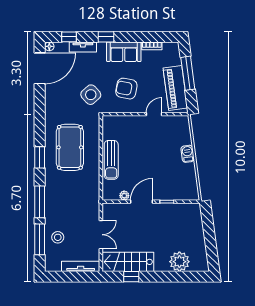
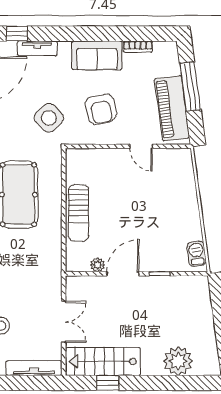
window: (106, 37) -> (71, 34), removed
armchair: (126, 89) -> (101, 109), turned -114
door: (154, 114) -> (141, 146), swing flipped
barbecue: (188, 154) -> (197, 254), moved

